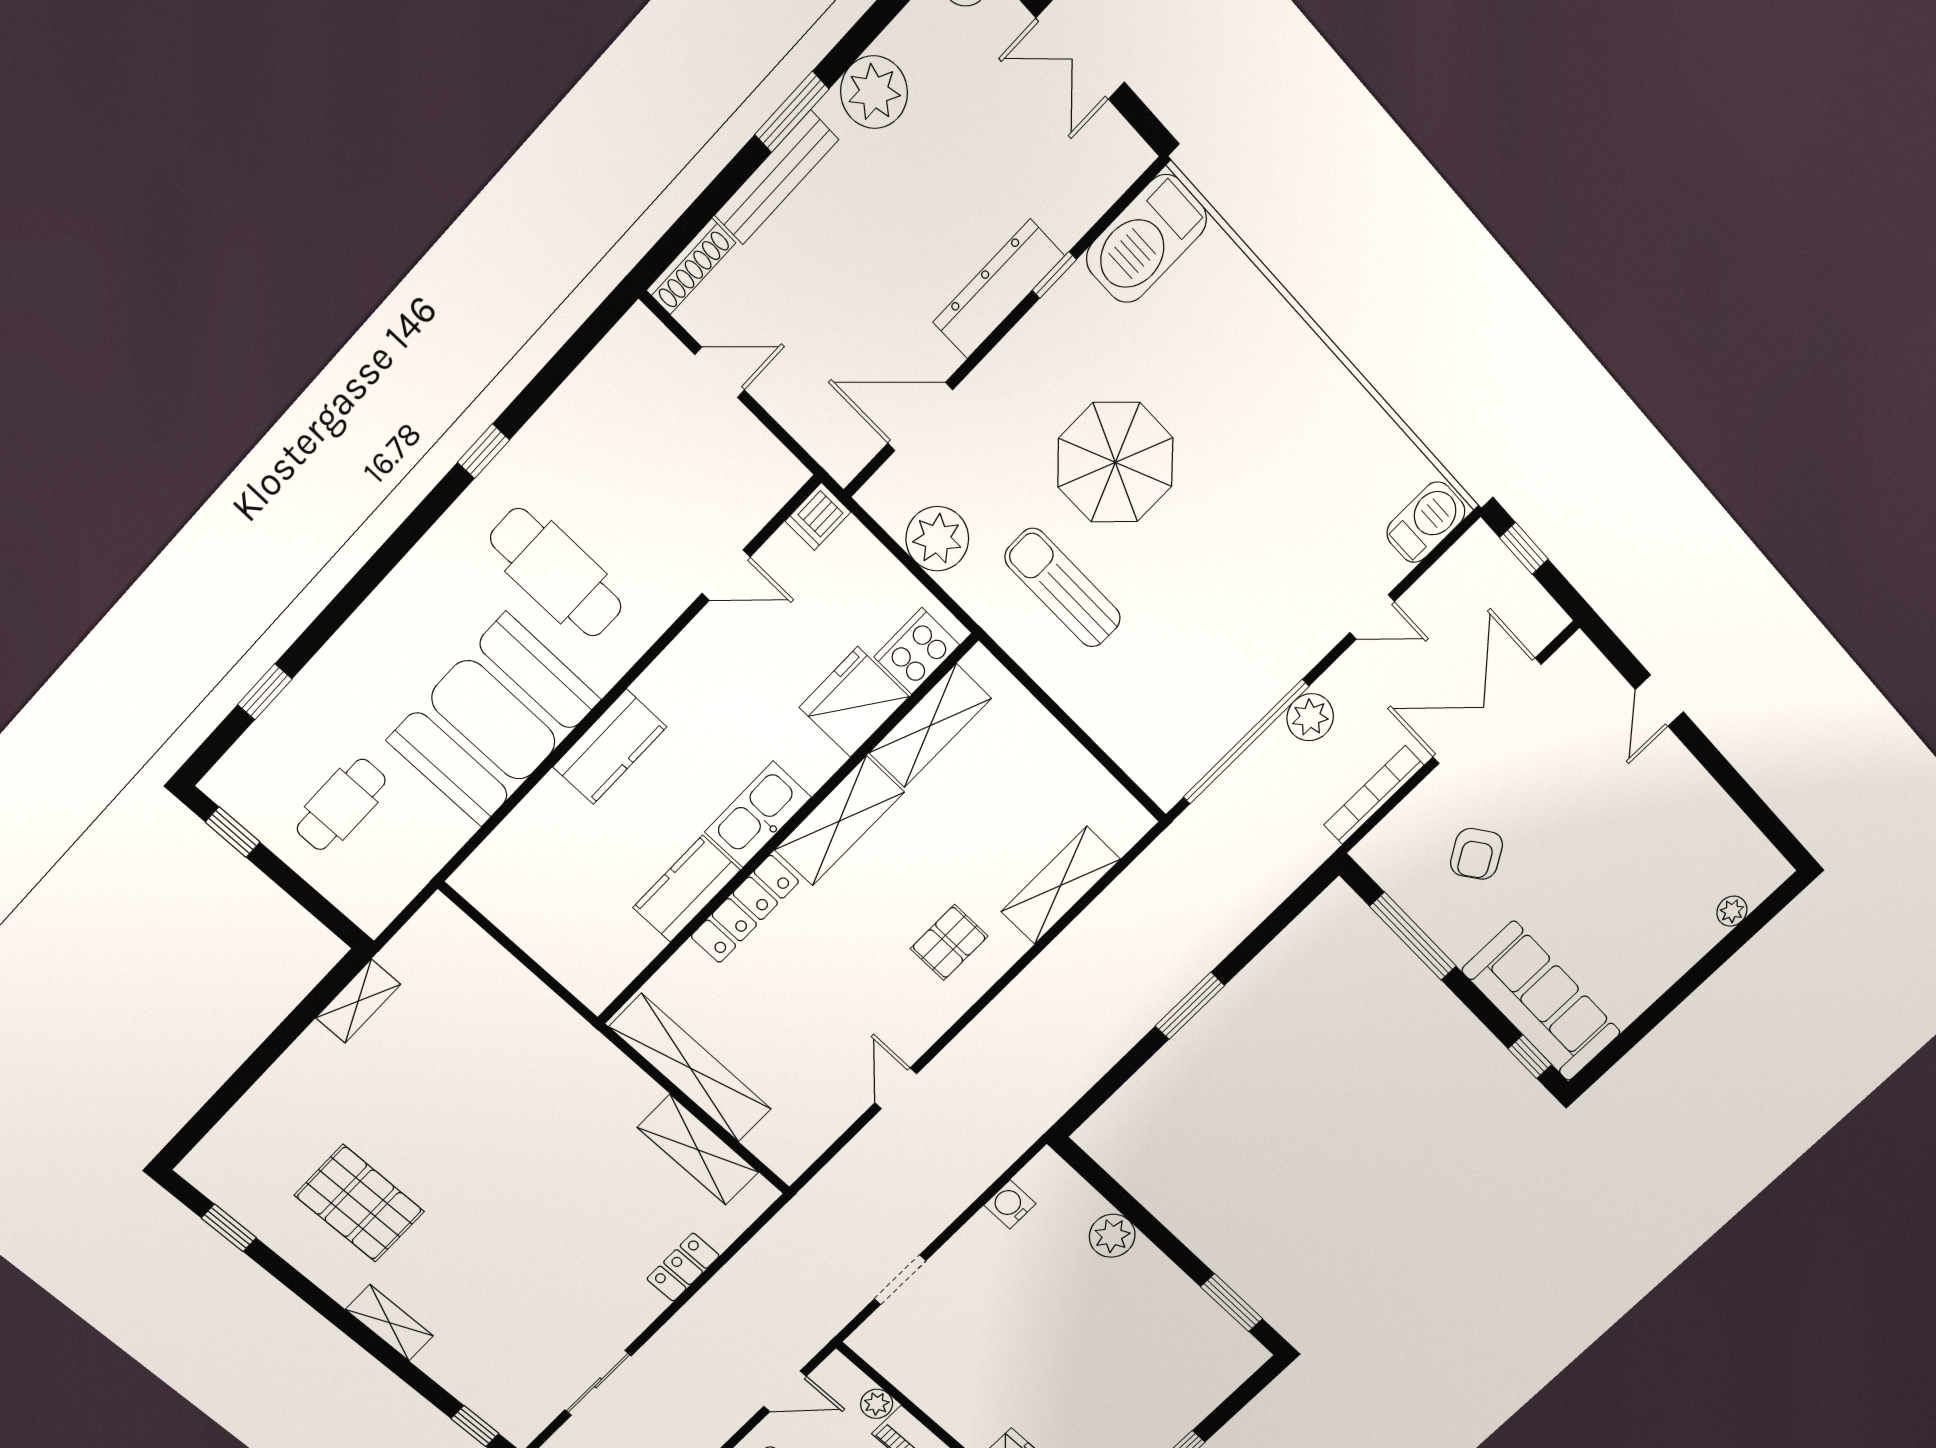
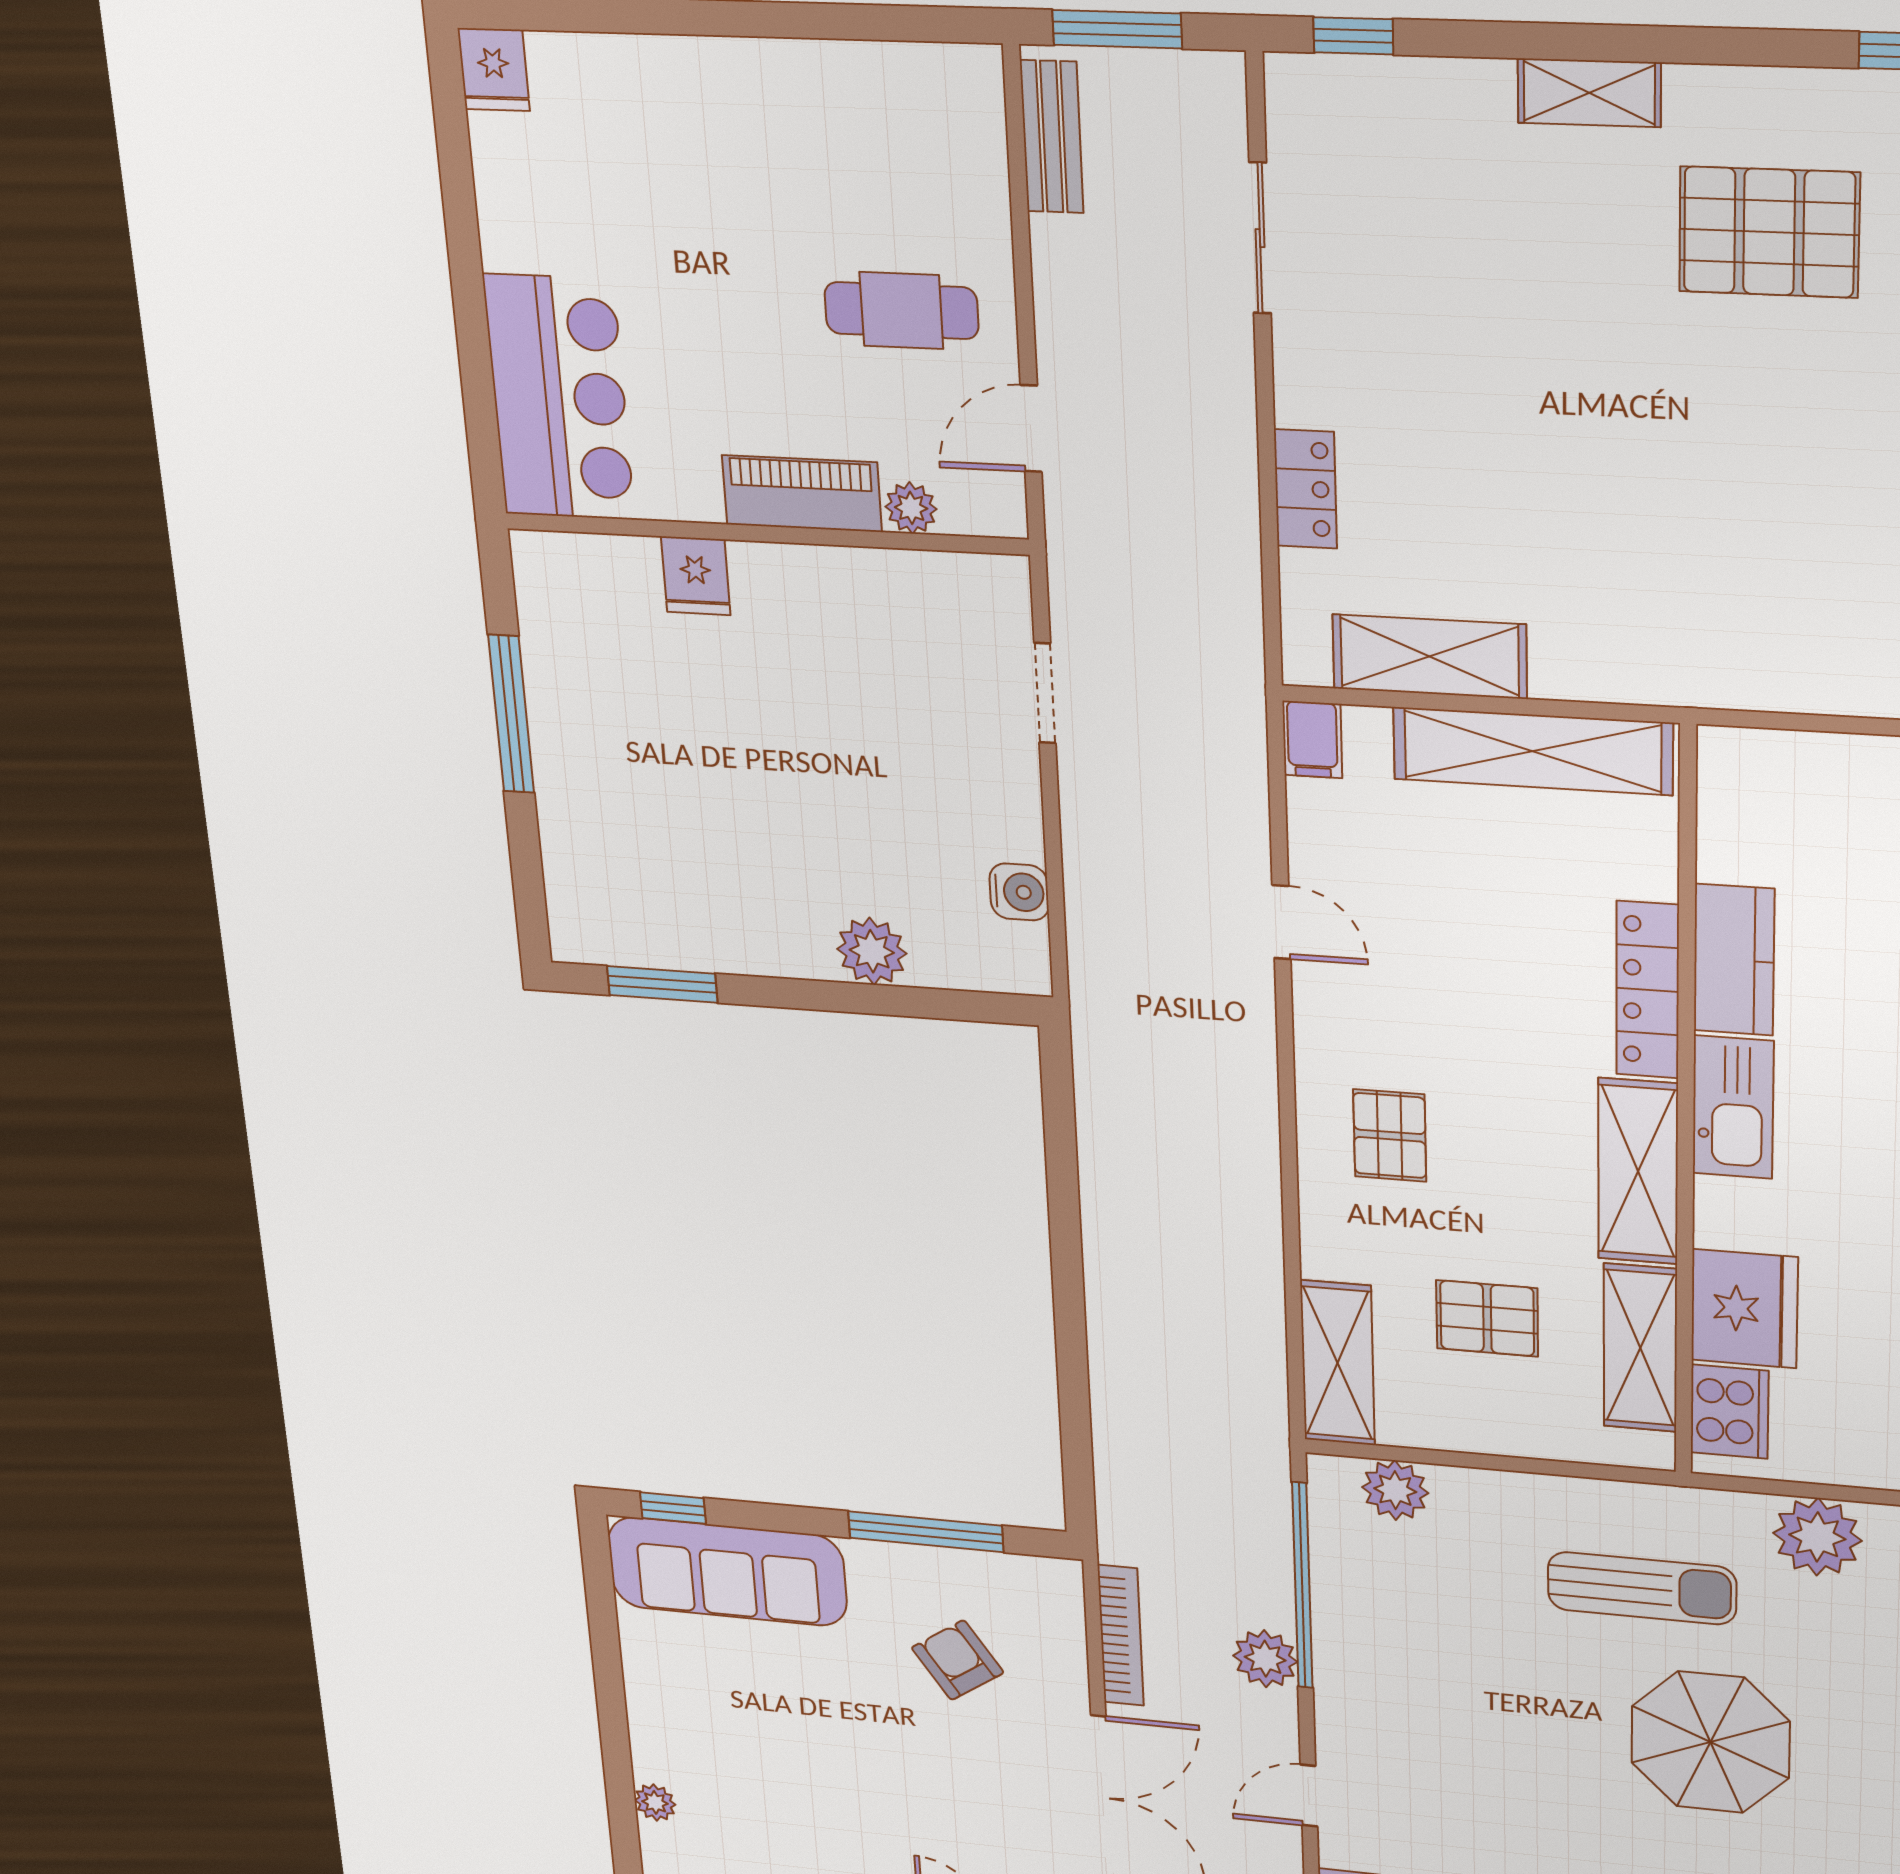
plant: (1140, 754) -> (1395, 1490), added
pallet: (995, 808) -> (1487, 1318), added
shelving: (1061, 885) -> (1338, 1363), moved
window: (1190, 1006) -> (1068, 1277), removed
filing cabinet: (793, 1158) -> (1312, 739), added

